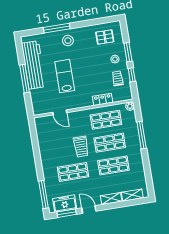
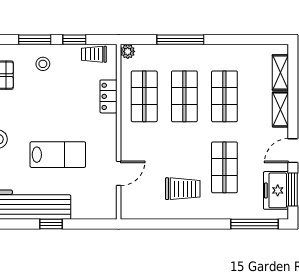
lab bench: (65, 76) -> (58, 155), turned 180
trolley: (118, 78) -> (94, 54), moved
window: (25, 79) -> (51, 224), width x0.46
trolley: (81, 147) -> (183, 189), moved

